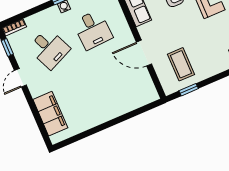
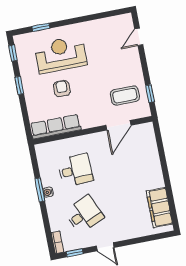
door: (144, 53) -> (118, 125), moved
filing cabinet: (50, 114) -> (159, 207), moved, turned -90

